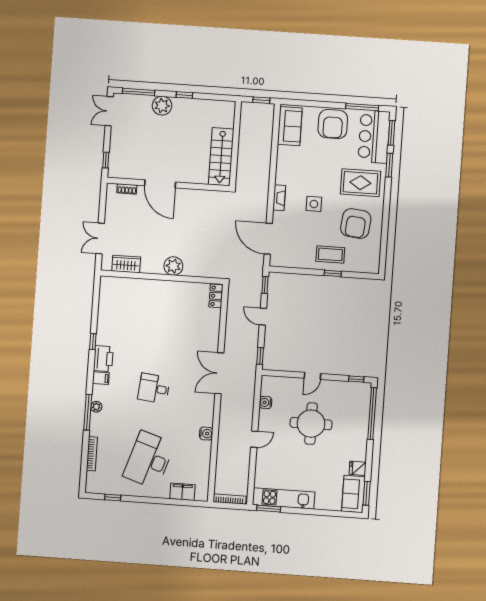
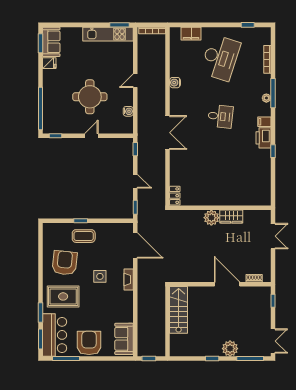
wardrobe: (126, 264) -> (231, 217), moved

